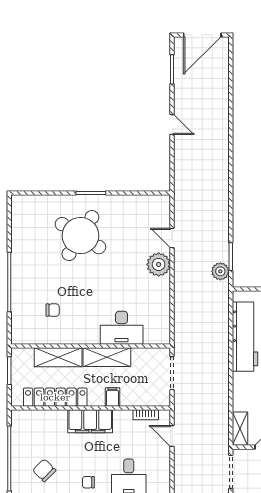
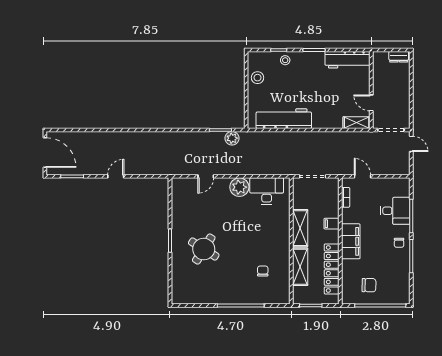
round table: (80, 236) -> (204, 249), width x0.73, depth x0.73
plant: (159, 264) -> (239, 187), moved
desk: (122, 328) -> (267, 191), moved, turned -90
door: (172, 436) -> (362, 176), swing flipped
chair: (44, 470) -> (369, 285), moved, turned -134

